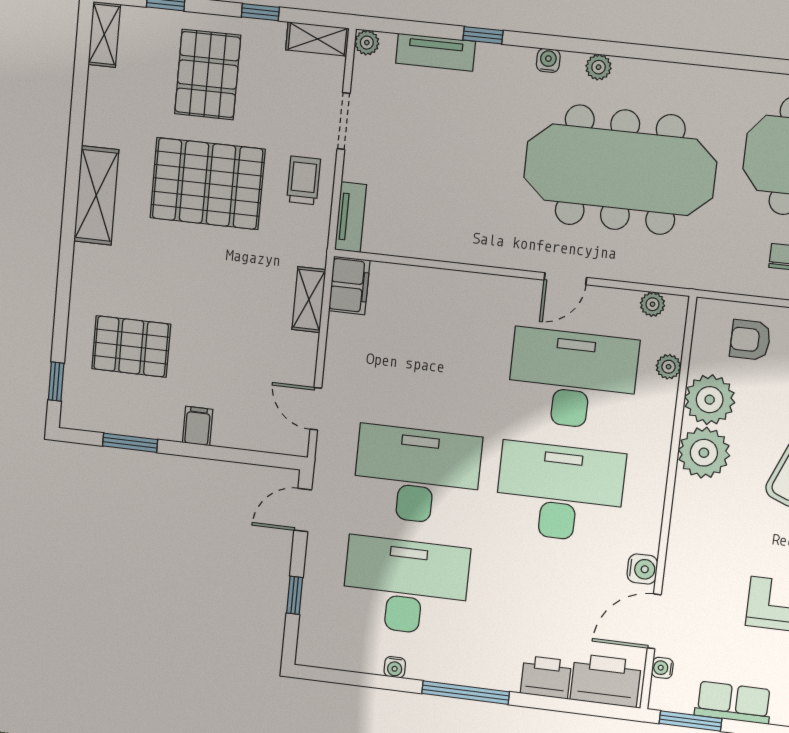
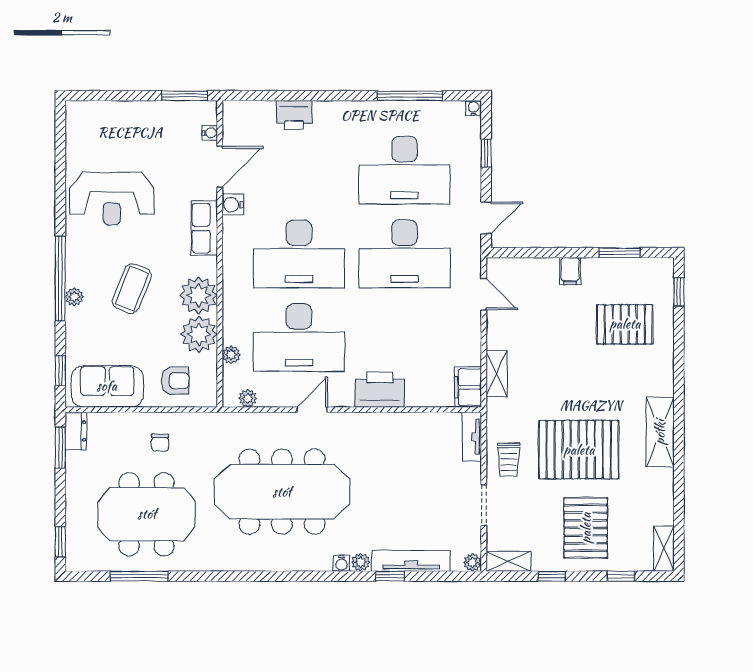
tv unit: (436, 52) -> (411, 561), width x1.41
plant: (599, 67) -> (361, 562), moved
water cooler: (395, 667) -> (474, 108), moved
printer: (606, 680) -> (380, 390), moved, turned 180
window: (466, 693) -> (410, 96), moved
row of seats: (733, 703) -> (204, 228), moved, turned 90

